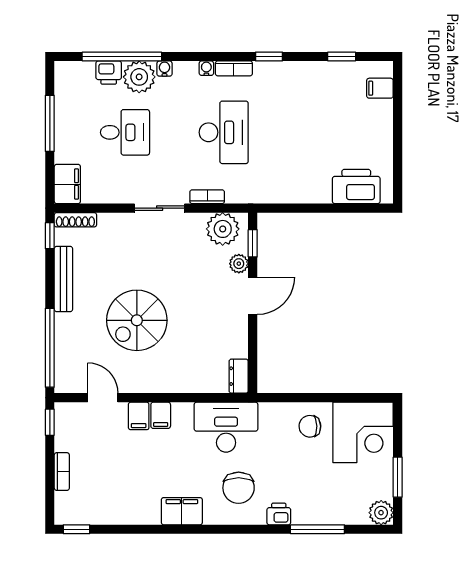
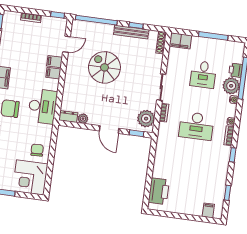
window: (50, 236) -> (136, 25), moved
plant: (239, 264) -> (83, 119), moved

